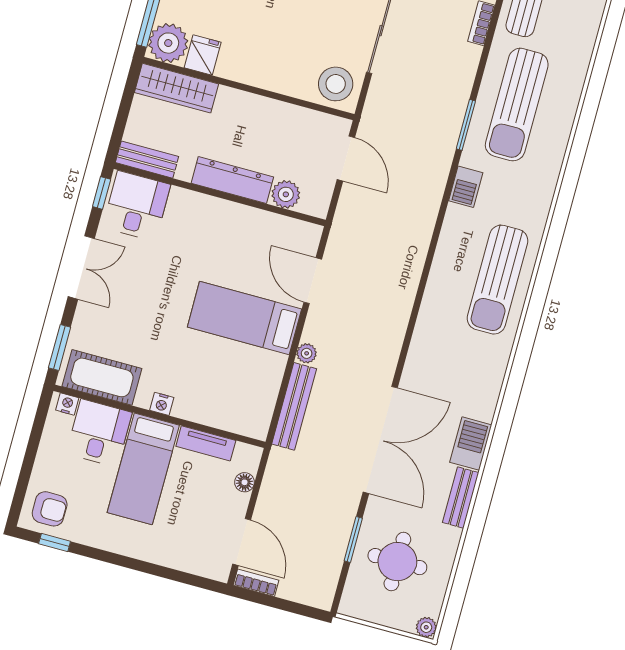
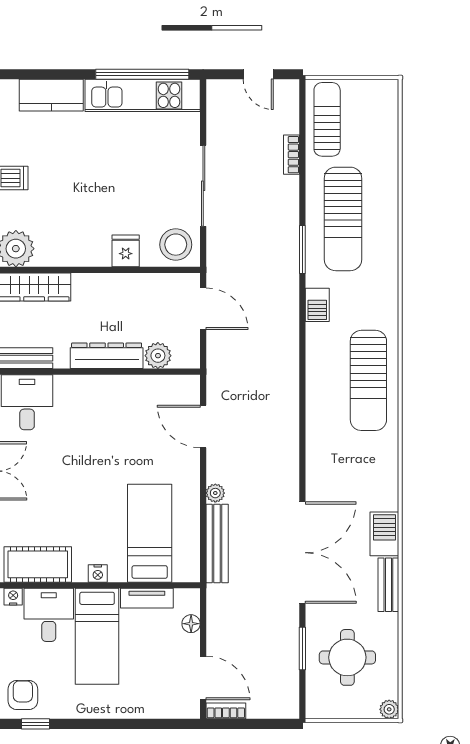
fridge: (203, 55) -> (126, 251), moved
bed: (244, 318) -> (150, 533), moved, turned 90
armchair: (50, 509) -> (23, 695), turned -90

